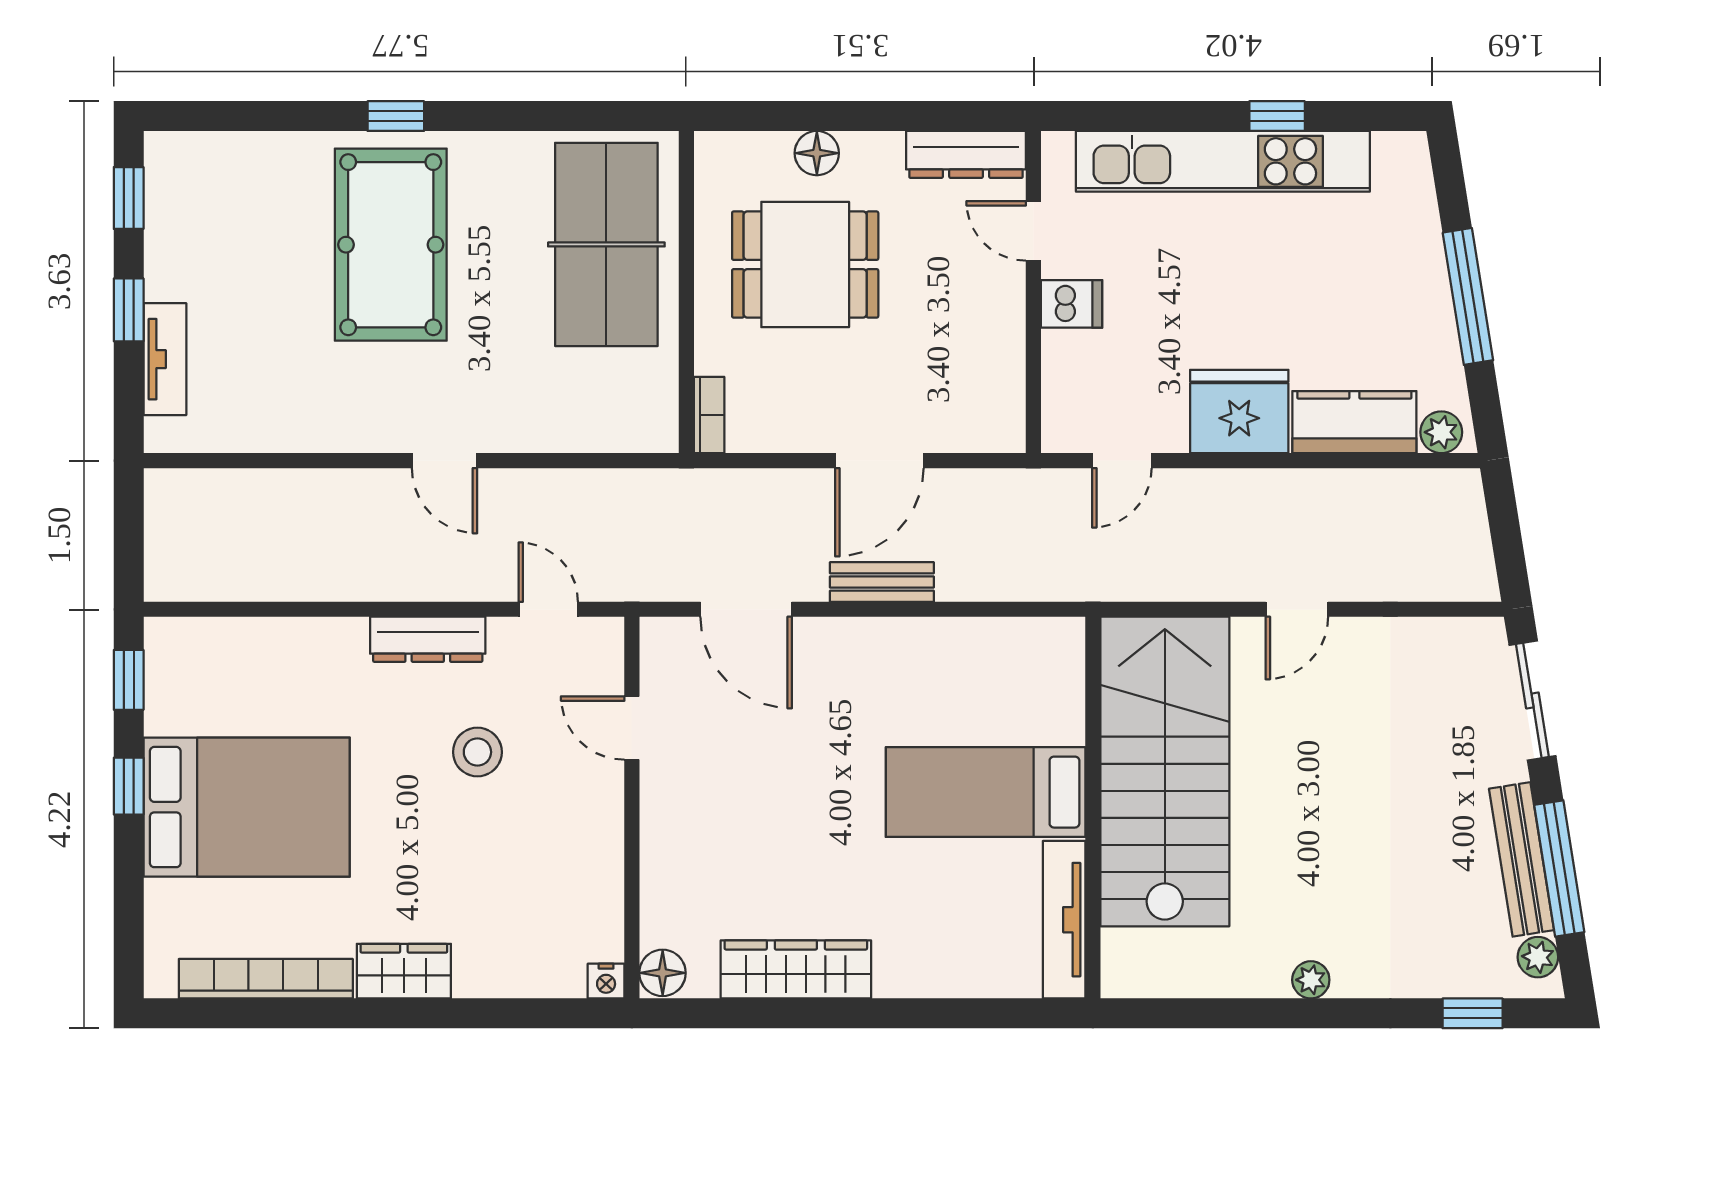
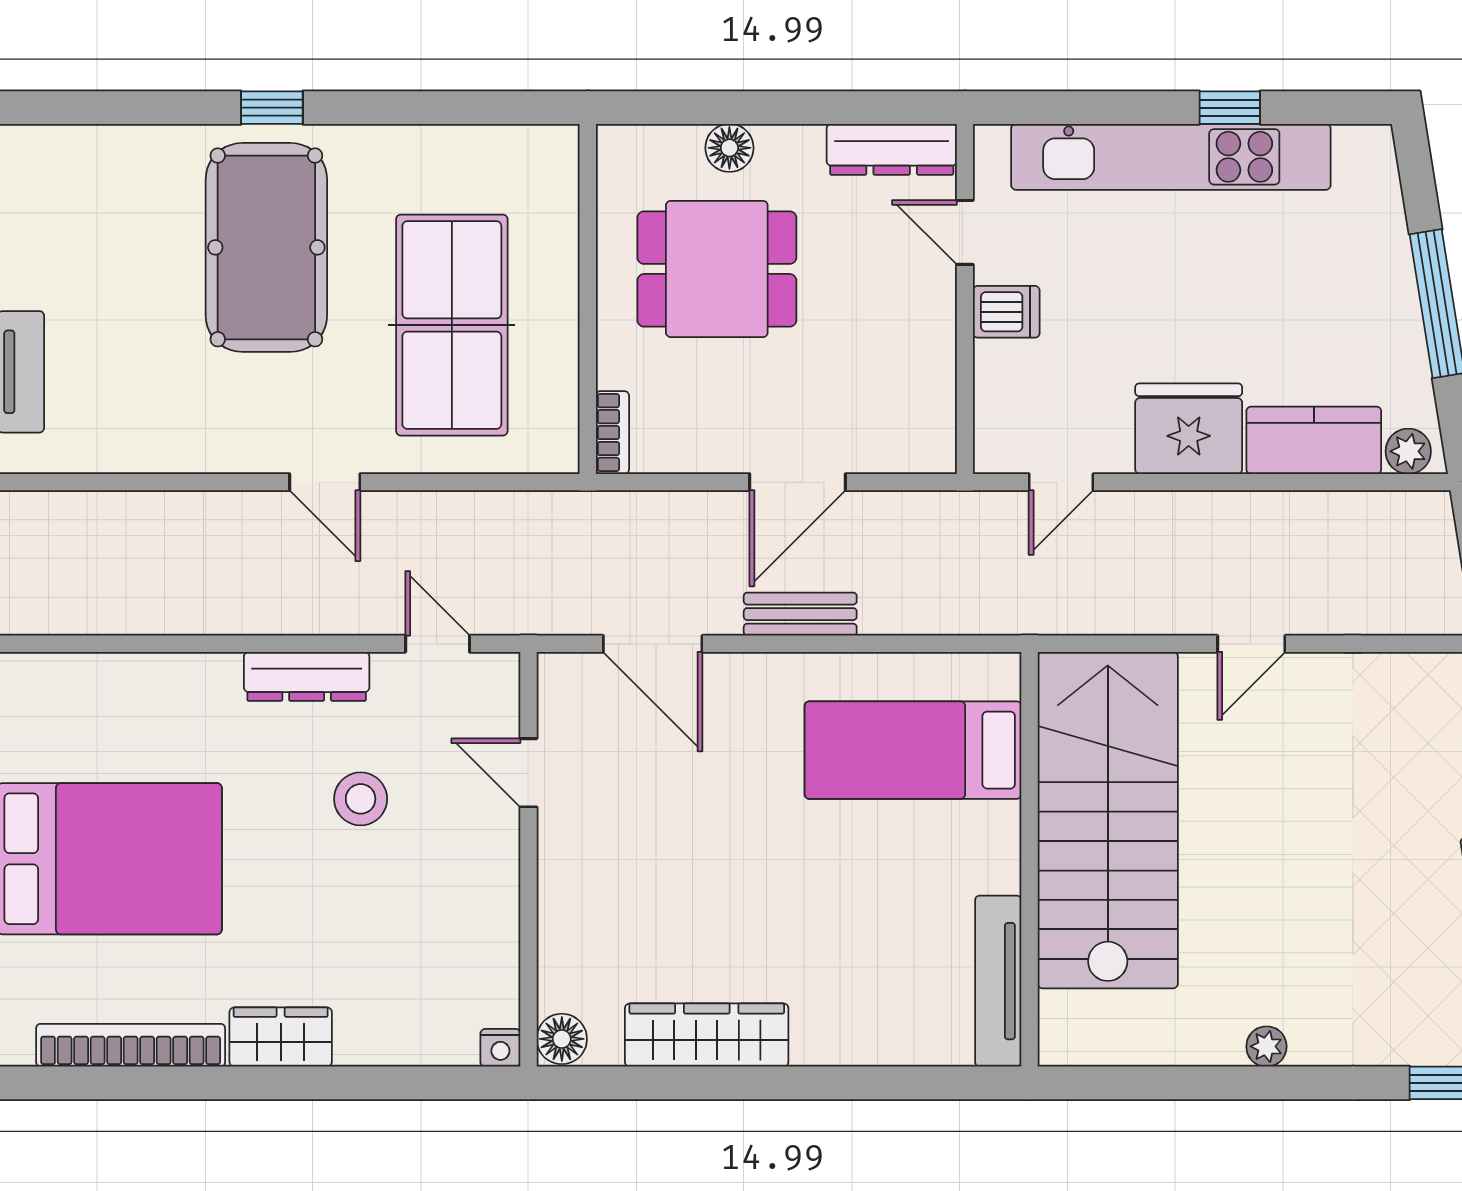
table tennis table: (606, 244) -> (452, 325), moved
bed: (986, 792) -> (913, 750), moved

